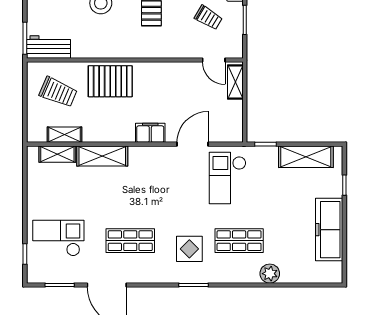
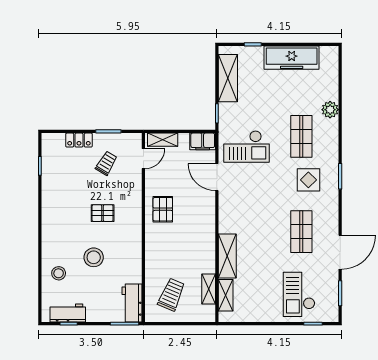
pallet: (110, 81) -> (163, 209), moved, width x0.67, depth x0.71
filing cabinet: (150, 133) -> (203, 141), moved, turned -90

